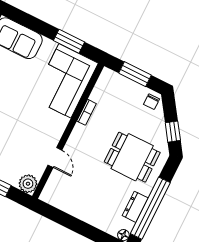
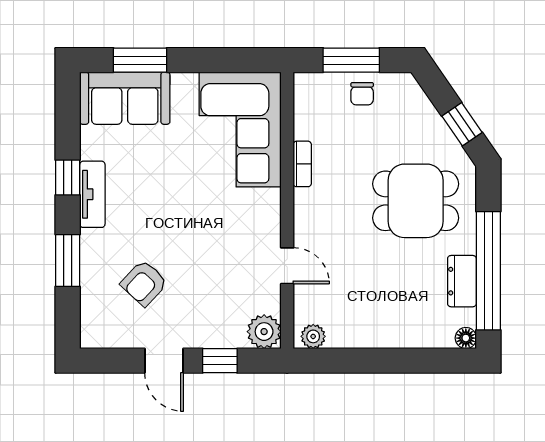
window: (69, 41) -> (140, 60), moved
chair: (152, 102) -> (362, 94), moved
plant: (50, 198) -> (313, 336), added

